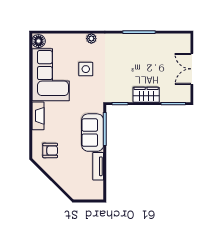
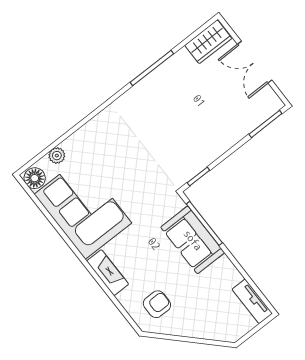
plant: (91, 39) -> (57, 156), moved
side table: (86, 69) -> (121, 167), removed
wardrobe: (146, 95) -> (208, 42), moved, turned 180
tv unit: (98, 166) -> (252, 301), moved

